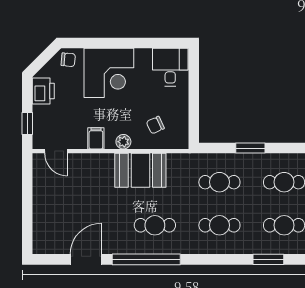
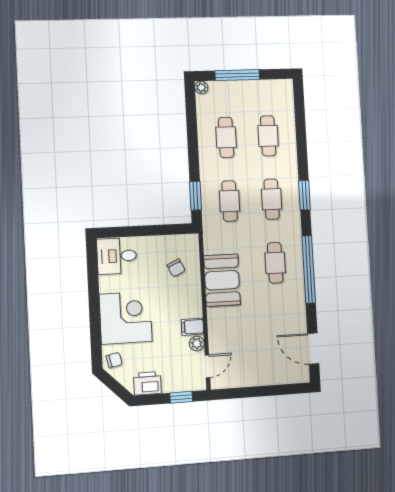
chair: (68, 60) -> (114, 360), turned 73
plant: (123, 142) -> (197, 343), moved
window: (250, 148) -> (195, 196), moved
door: (86, 259) -> (313, 349), moved
window: (268, 259) -> (304, 195), moved

